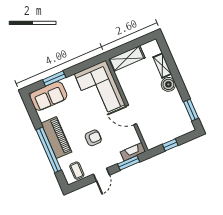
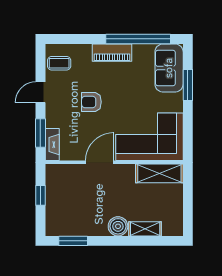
shelving: (127, 59) -> (159, 173), moved, turned 90
piano: (56, 138) -> (112, 53), width x0.73, depth x0.75
armchair: (93, 138) -> (91, 102), turned 90
window: (49, 150) -> (138, 39), moved
door: (101, 175) -> (40, 92), hinge flipped

